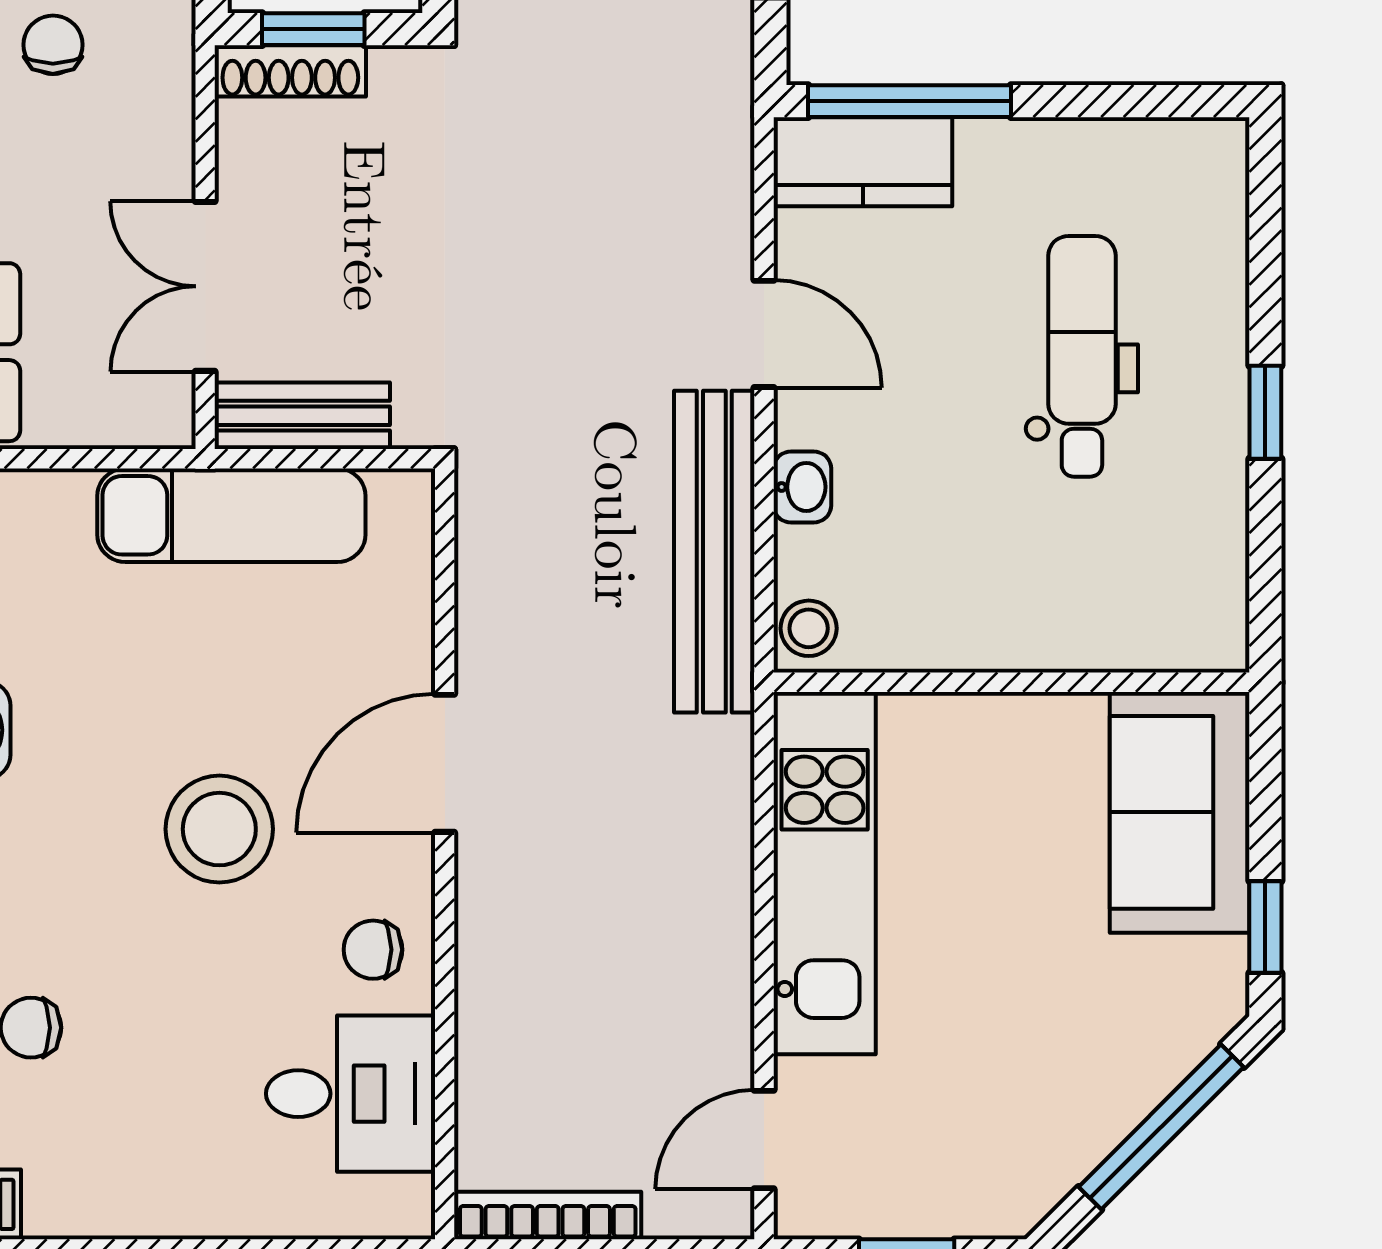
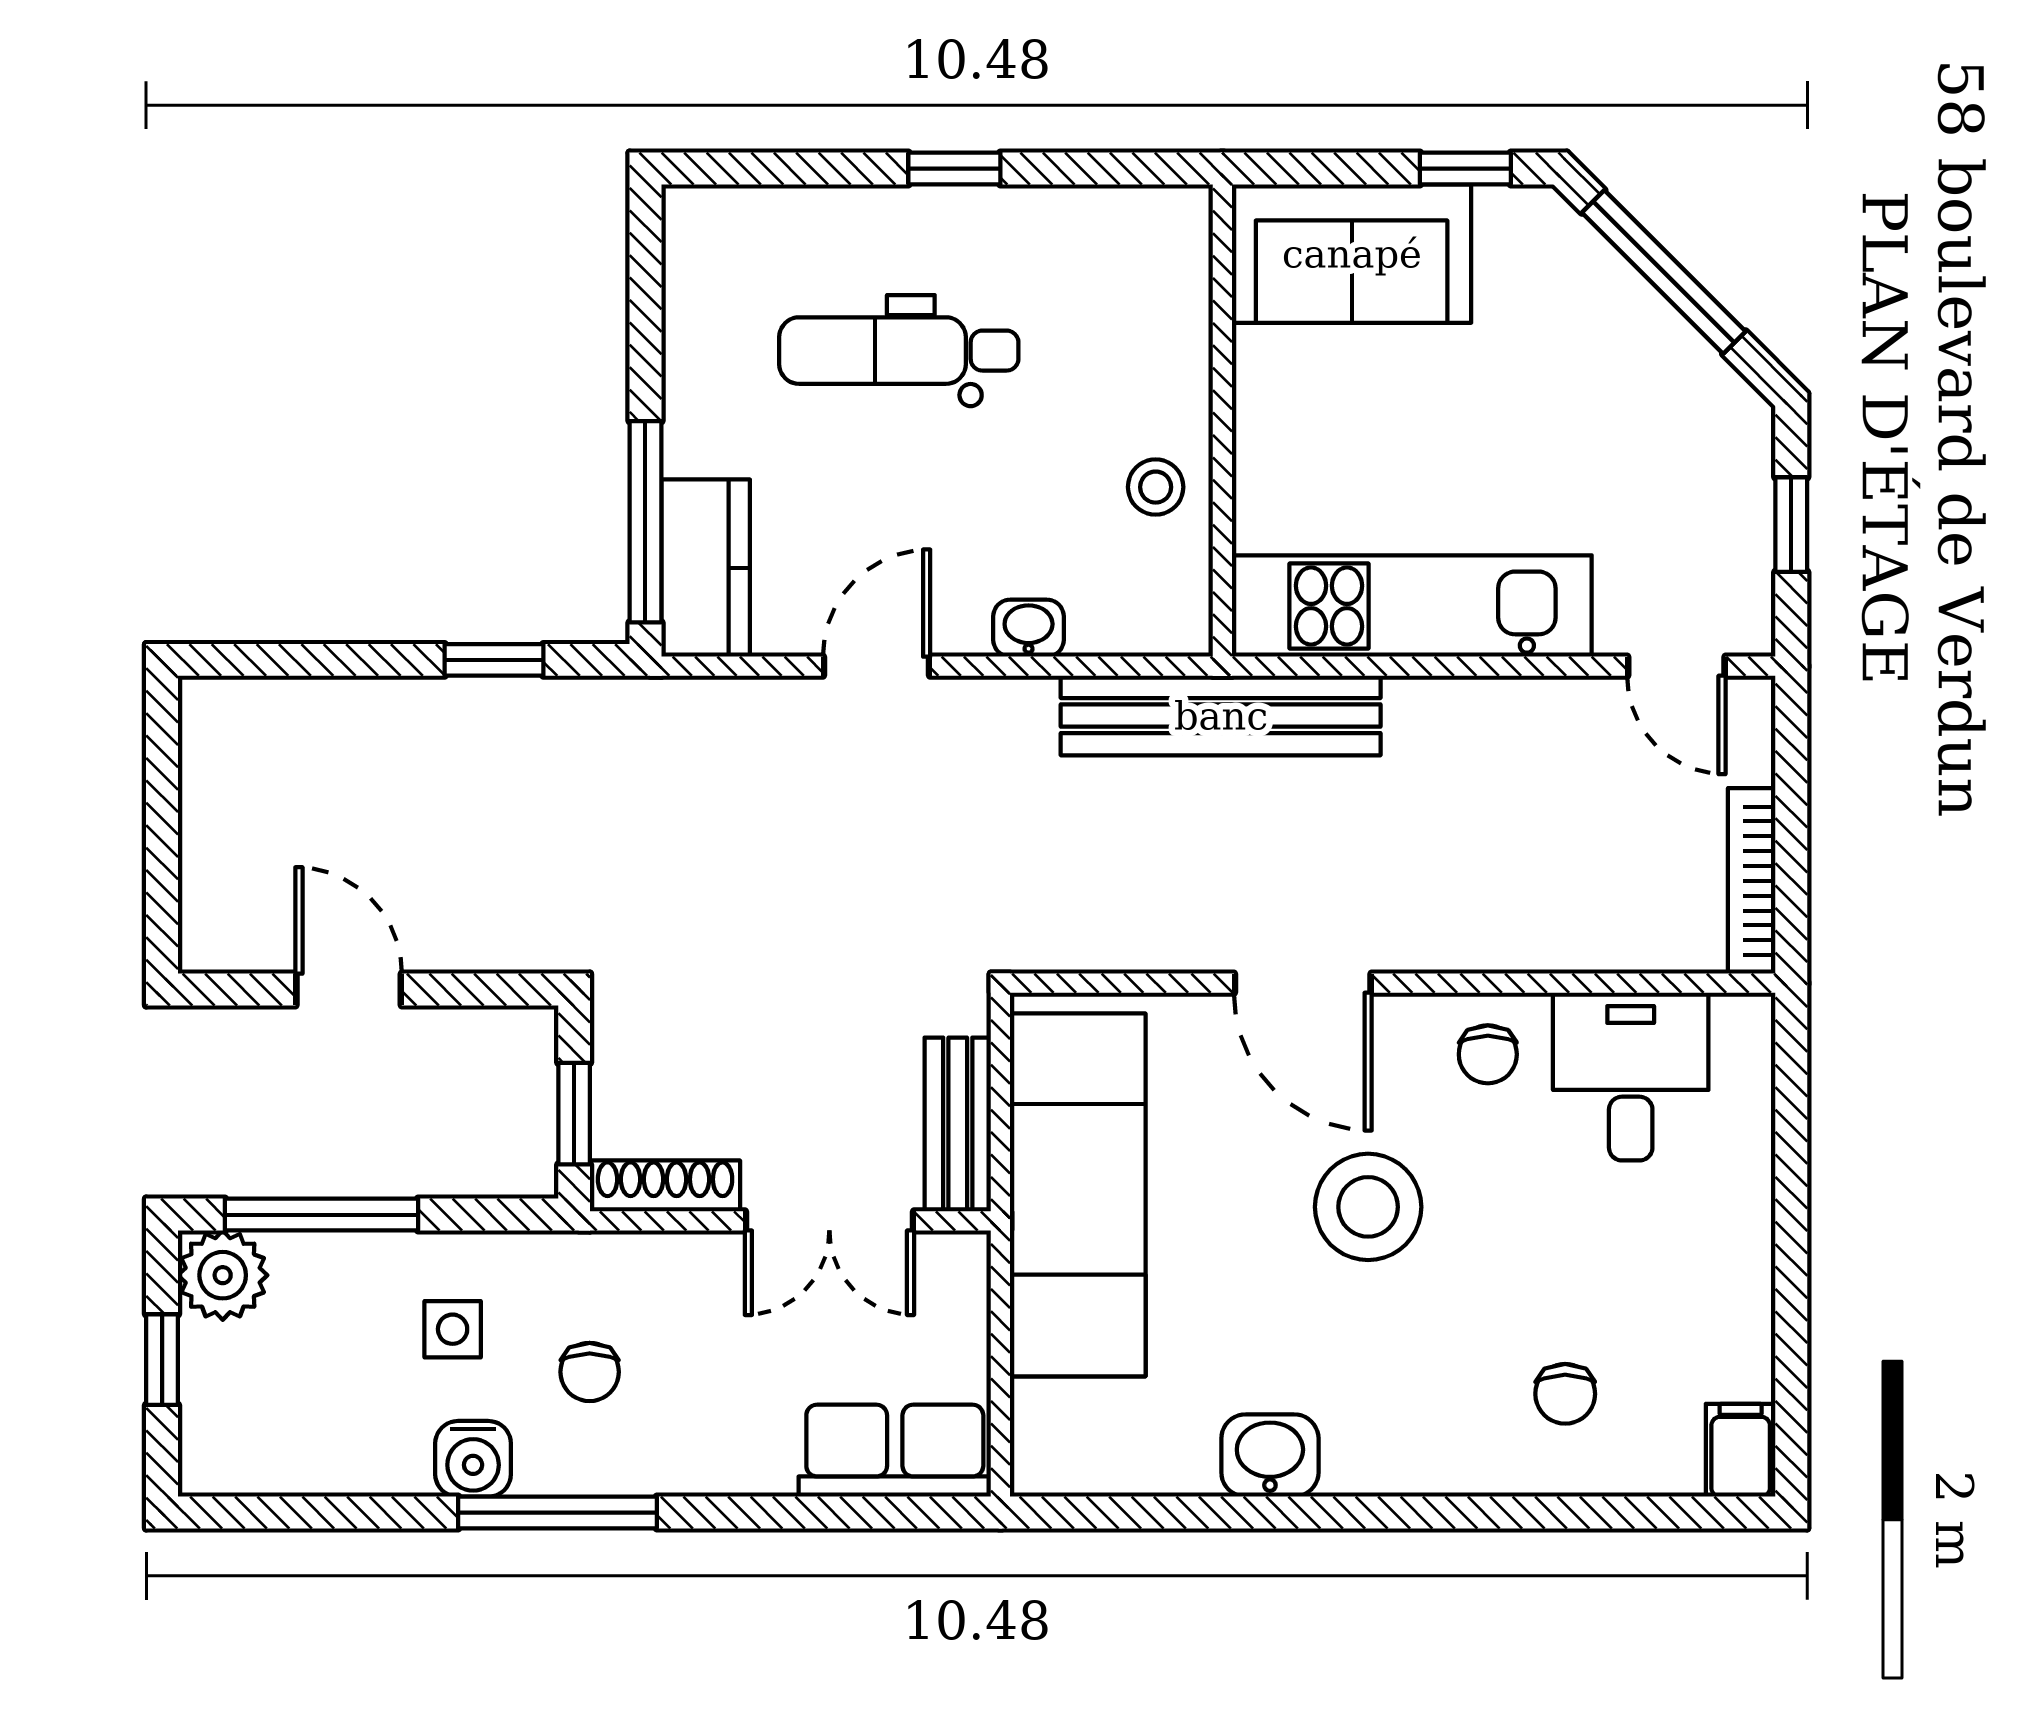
chair: (53, 45) -> (590, 1372), turned -90
shoe rack: (290, 71) -> (665, 1186), moved, turned -90
exam couch: (231, 515) -> (1078, 1195), width x1.36, depth x1.45
bench: (714, 552) -> (1221, 716), moved
stool: (809, 628) -> (1156, 487), moved

